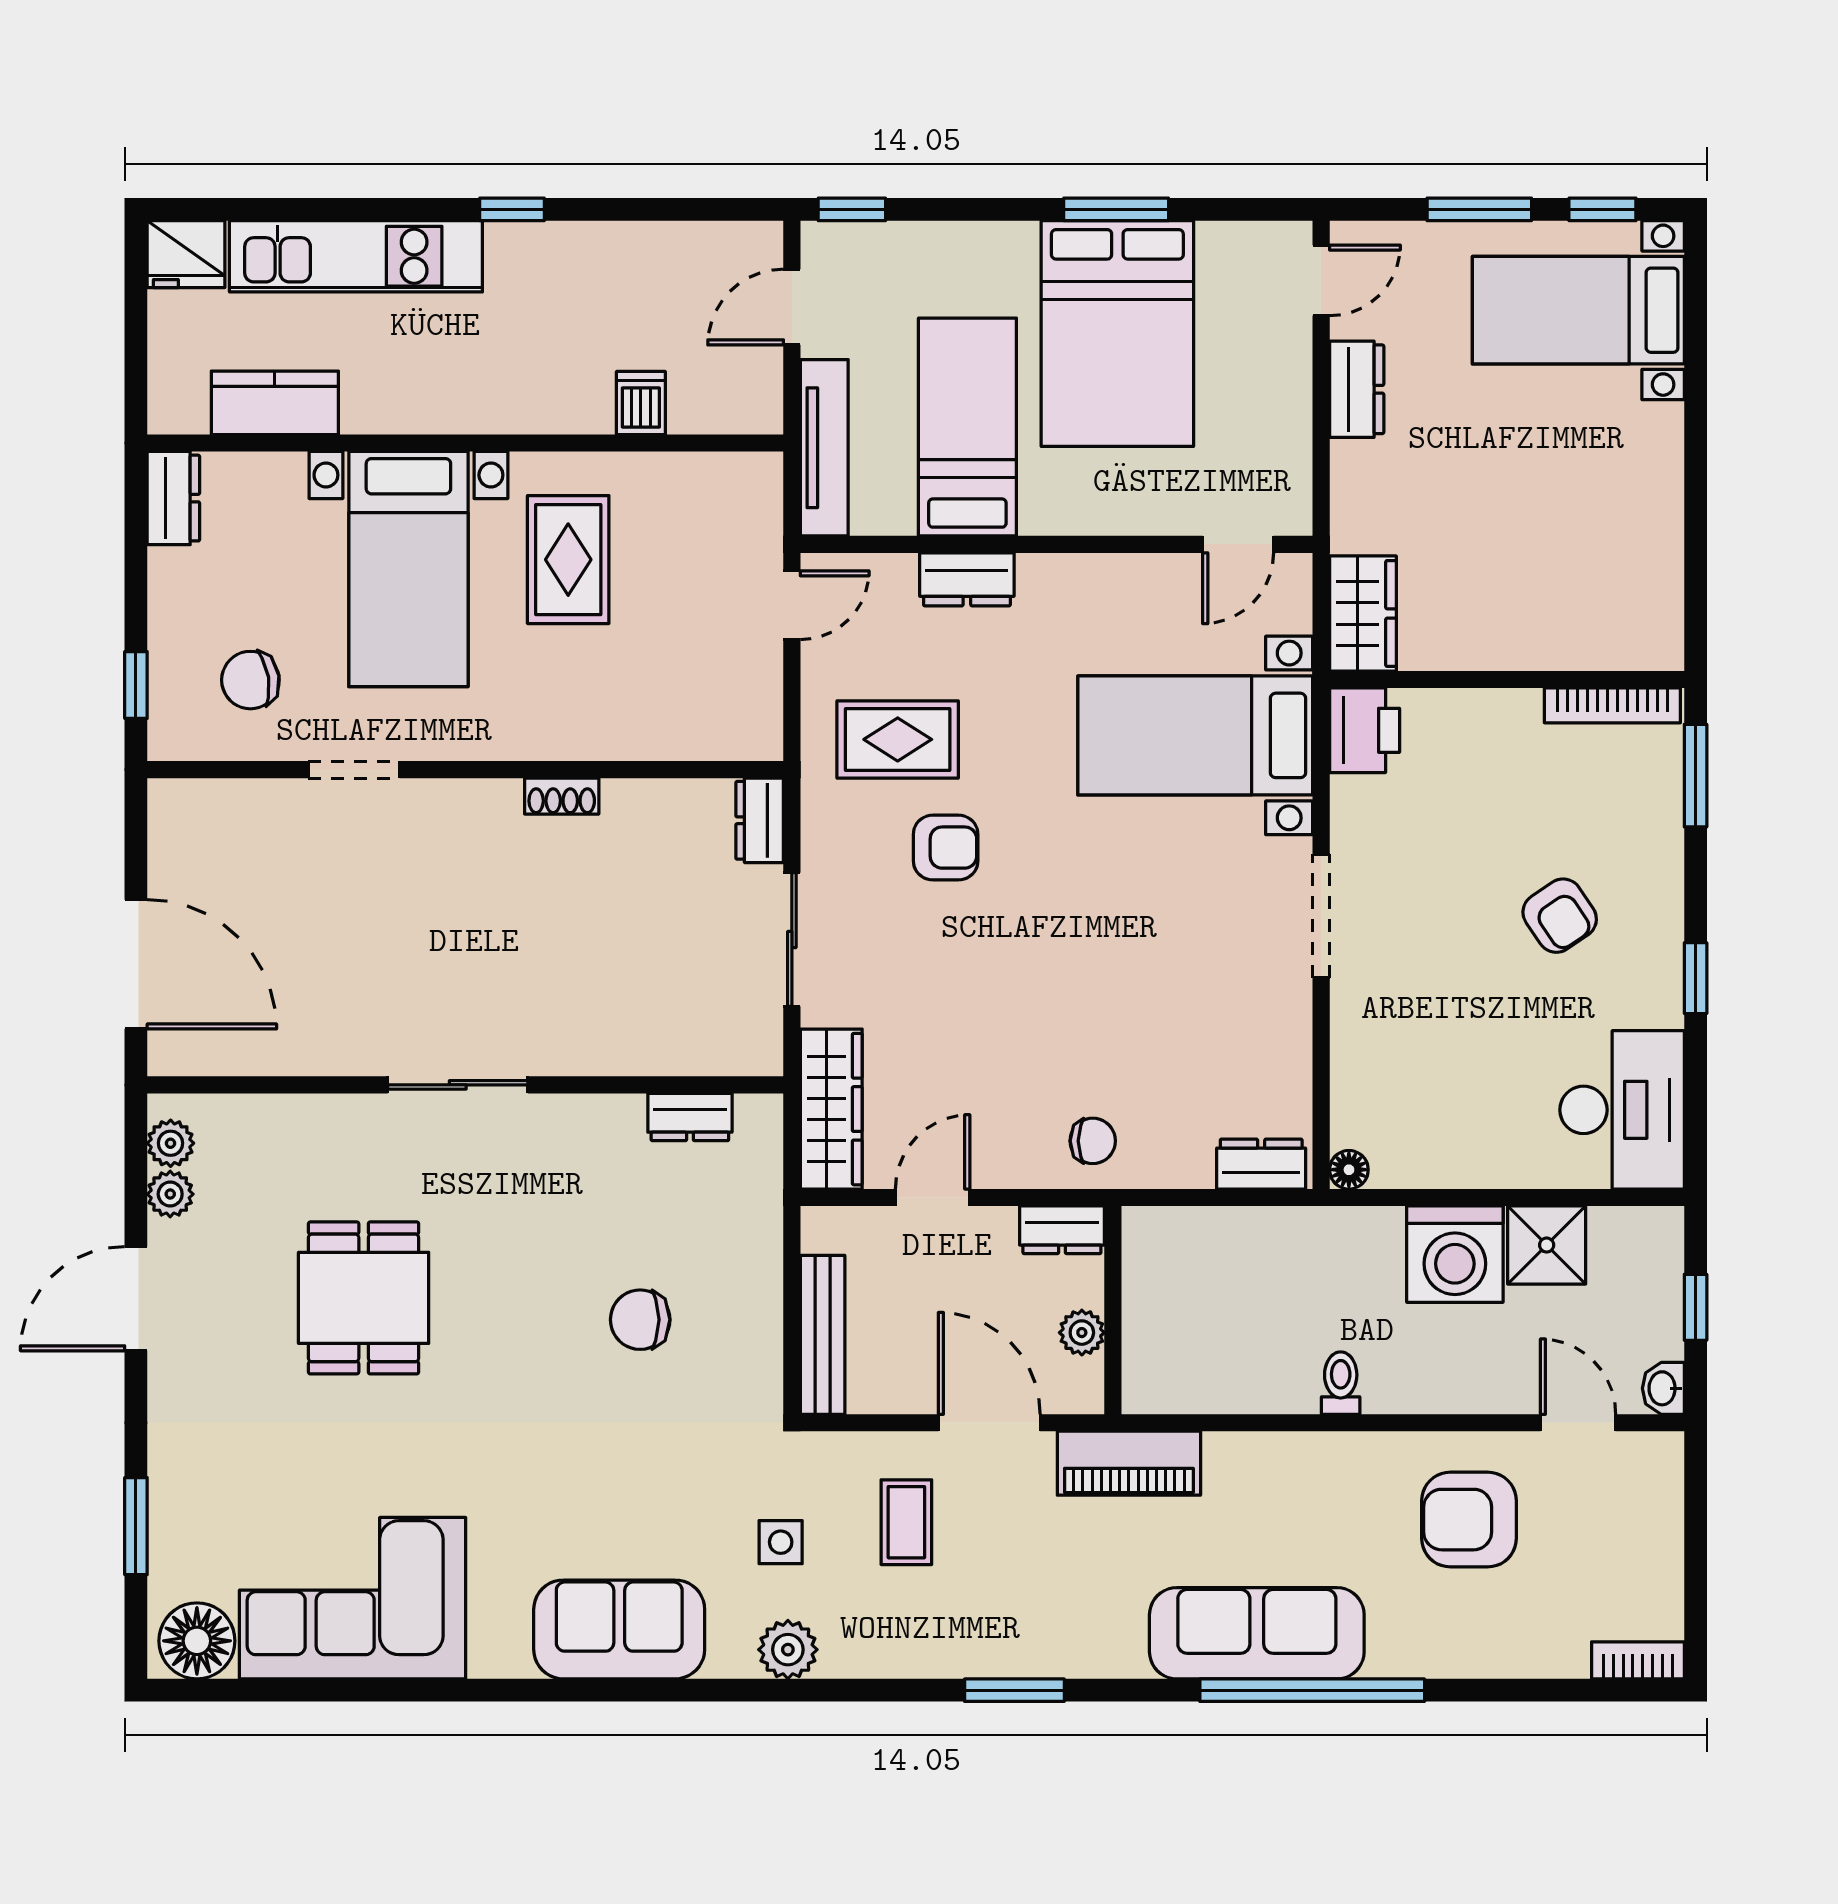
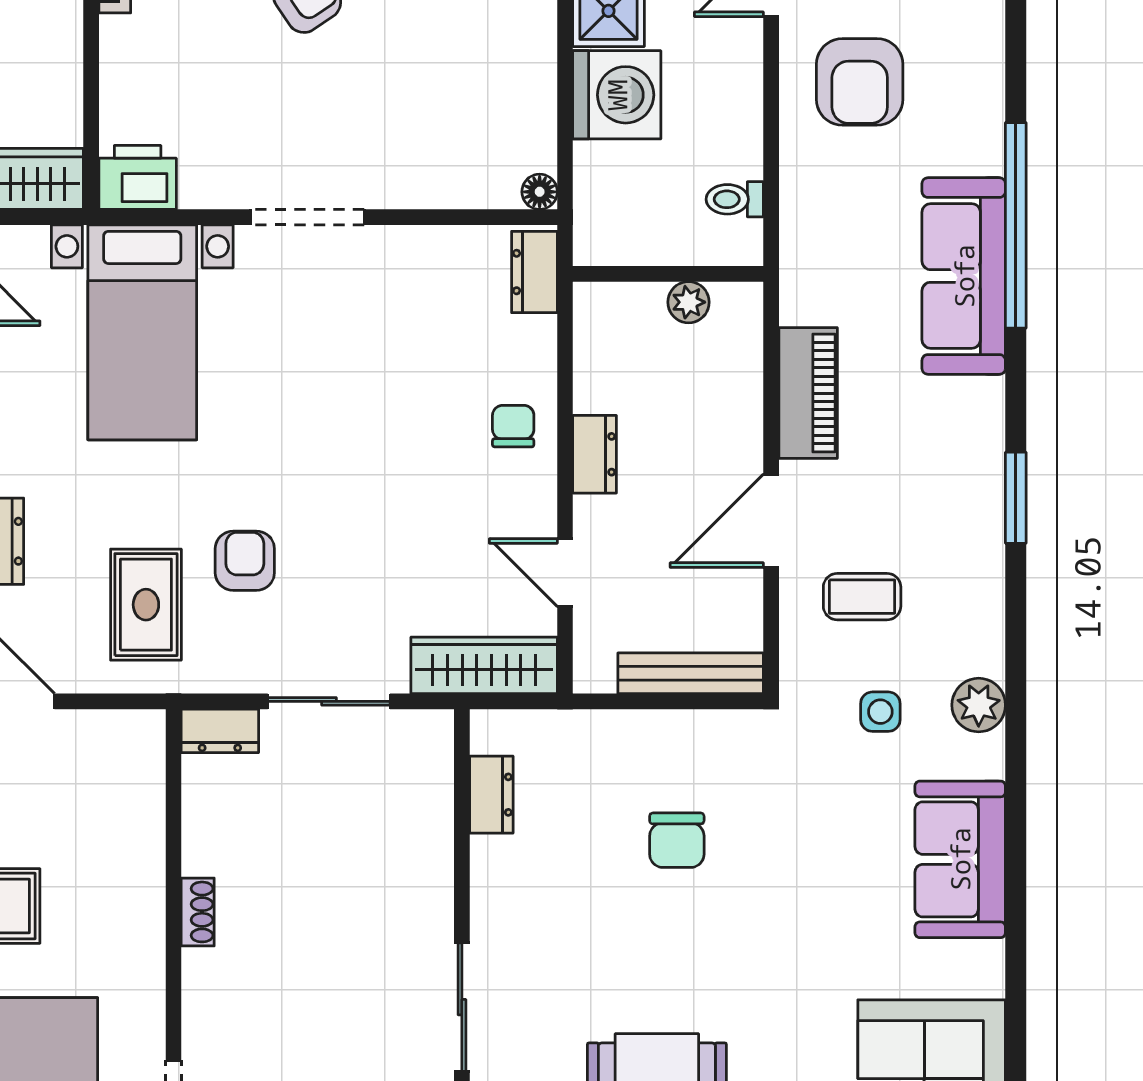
wall: (1113, 1310) -> (668, 274), moved
plant: (1082, 1333) -> (689, 302), moved

